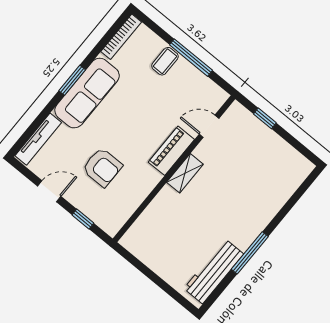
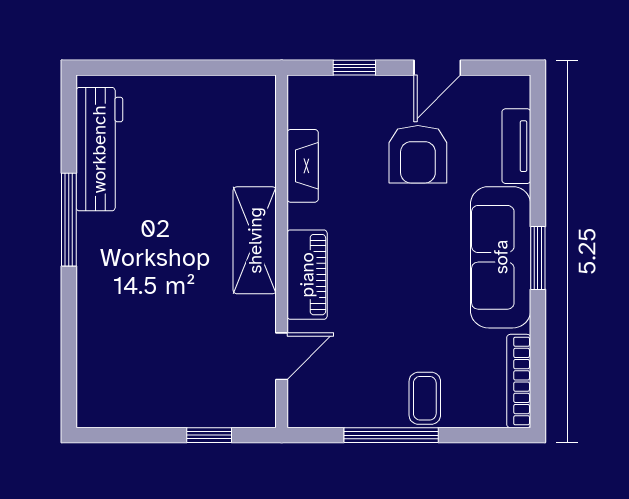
tv unit: (38, 139) -> (516, 146), width x0.71
armchair: (102, 167) -> (418, 154), moved, turned -90
shelving: (185, 173) -> (255, 240), width x1.50, depth x1.33
fireplace: (137, 196) -> (303, 166), added

